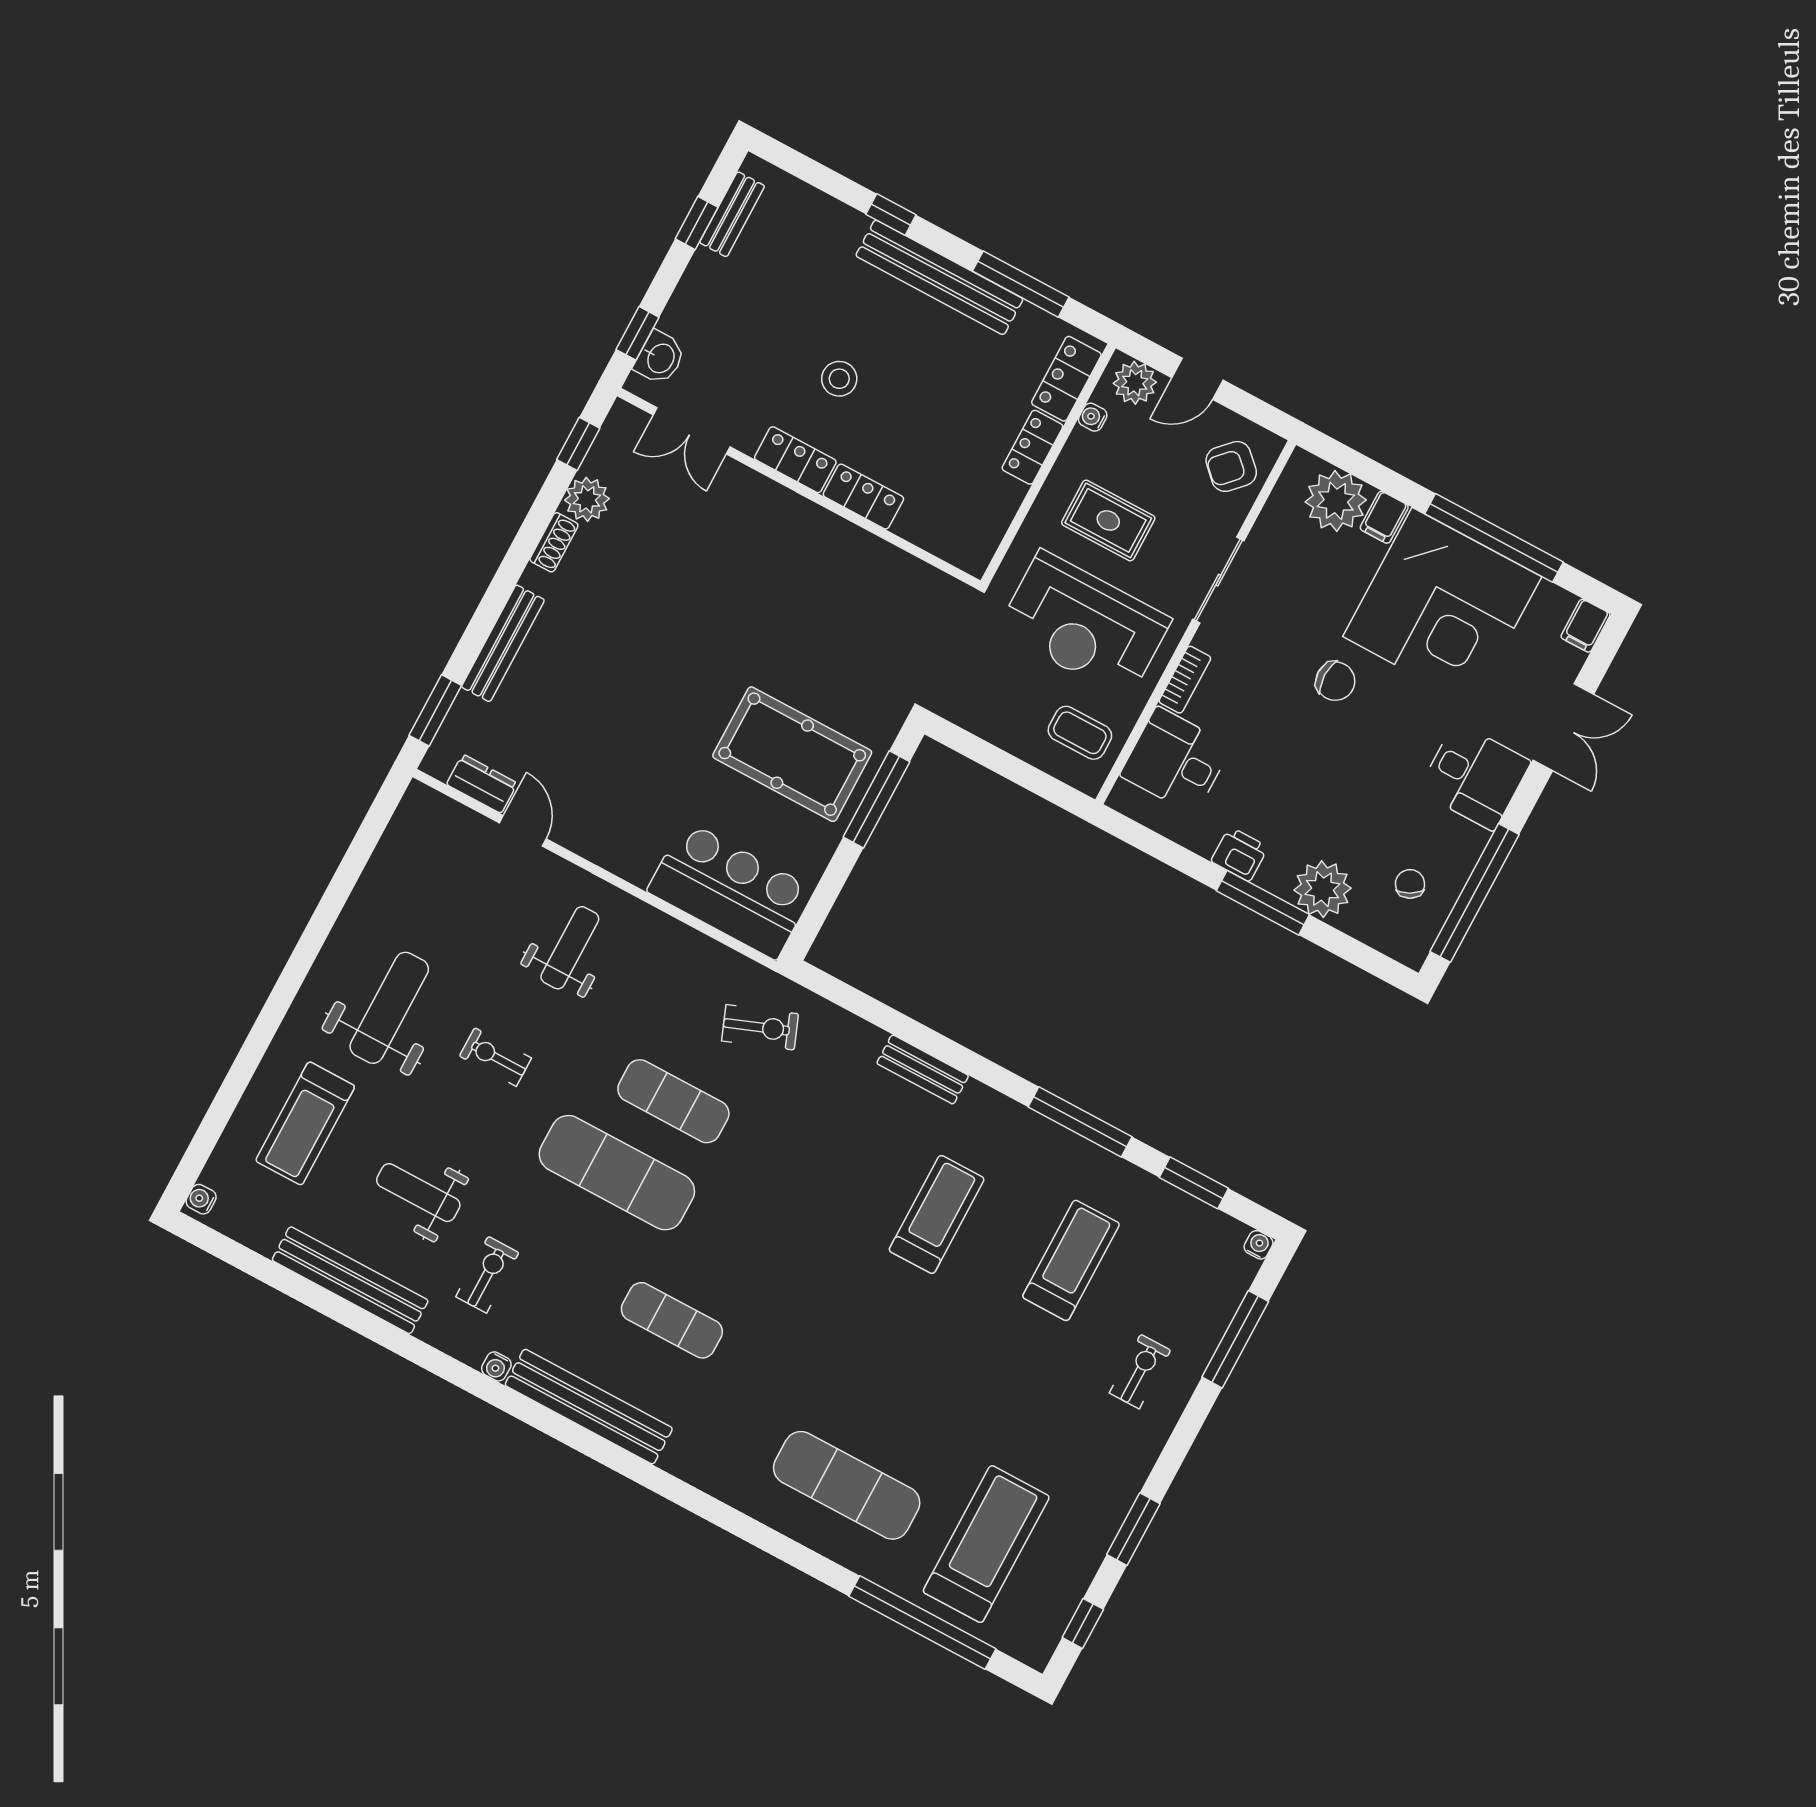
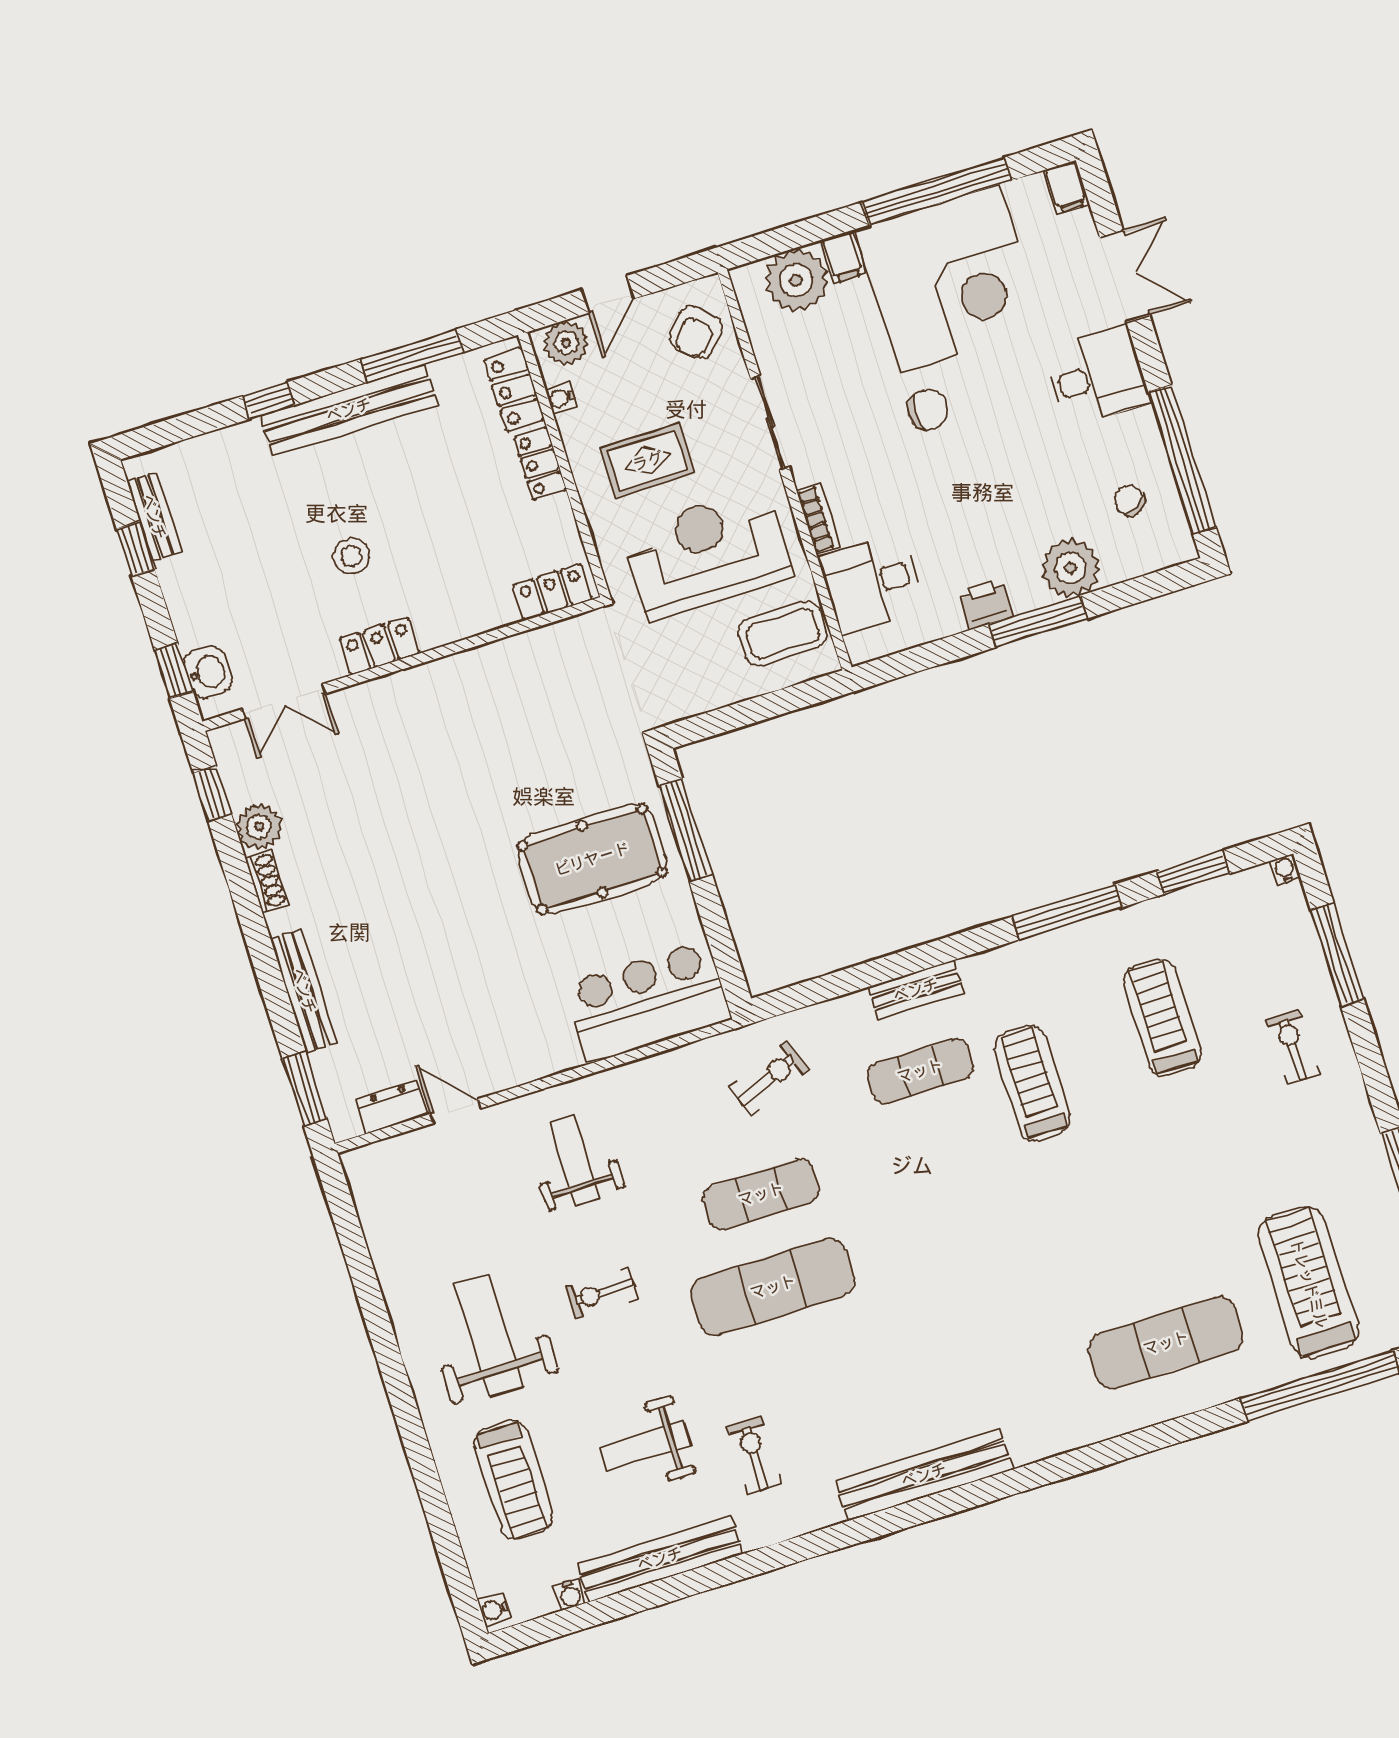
locker: (863, 497) -> (552, 592), moved
reception desk: (1084, 625) -> (707, 553), turned 180
coffee table: (1080, 733) -> (783, 634), width x1.36, depth x1.30
exercise mat: (672, 1320) -> (920, 1071), moved
water cooler: (496, 1366) -> (570, 1595), moved

